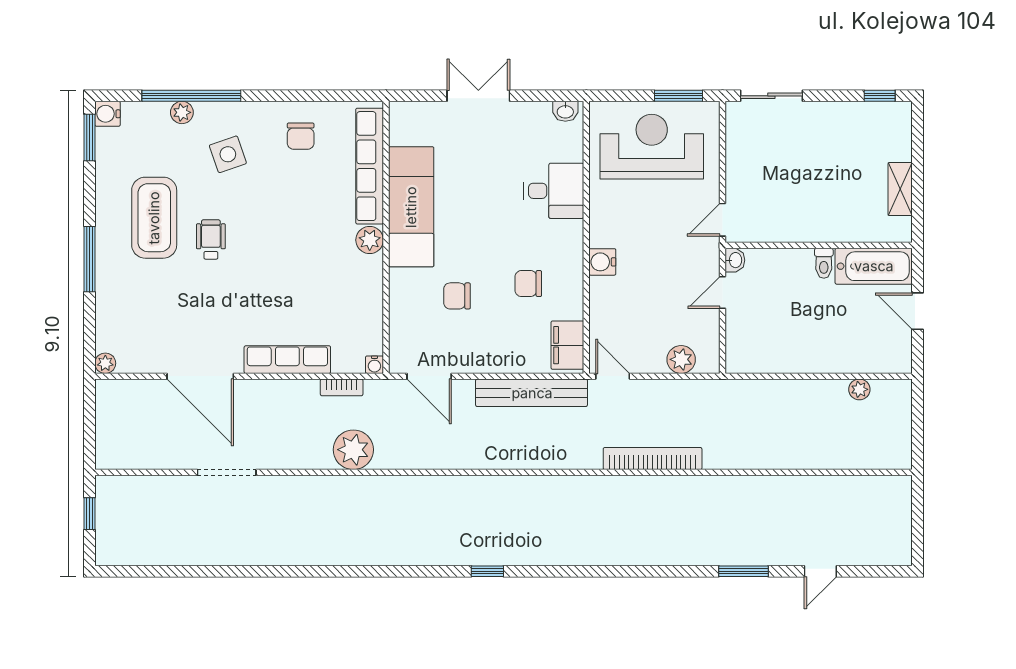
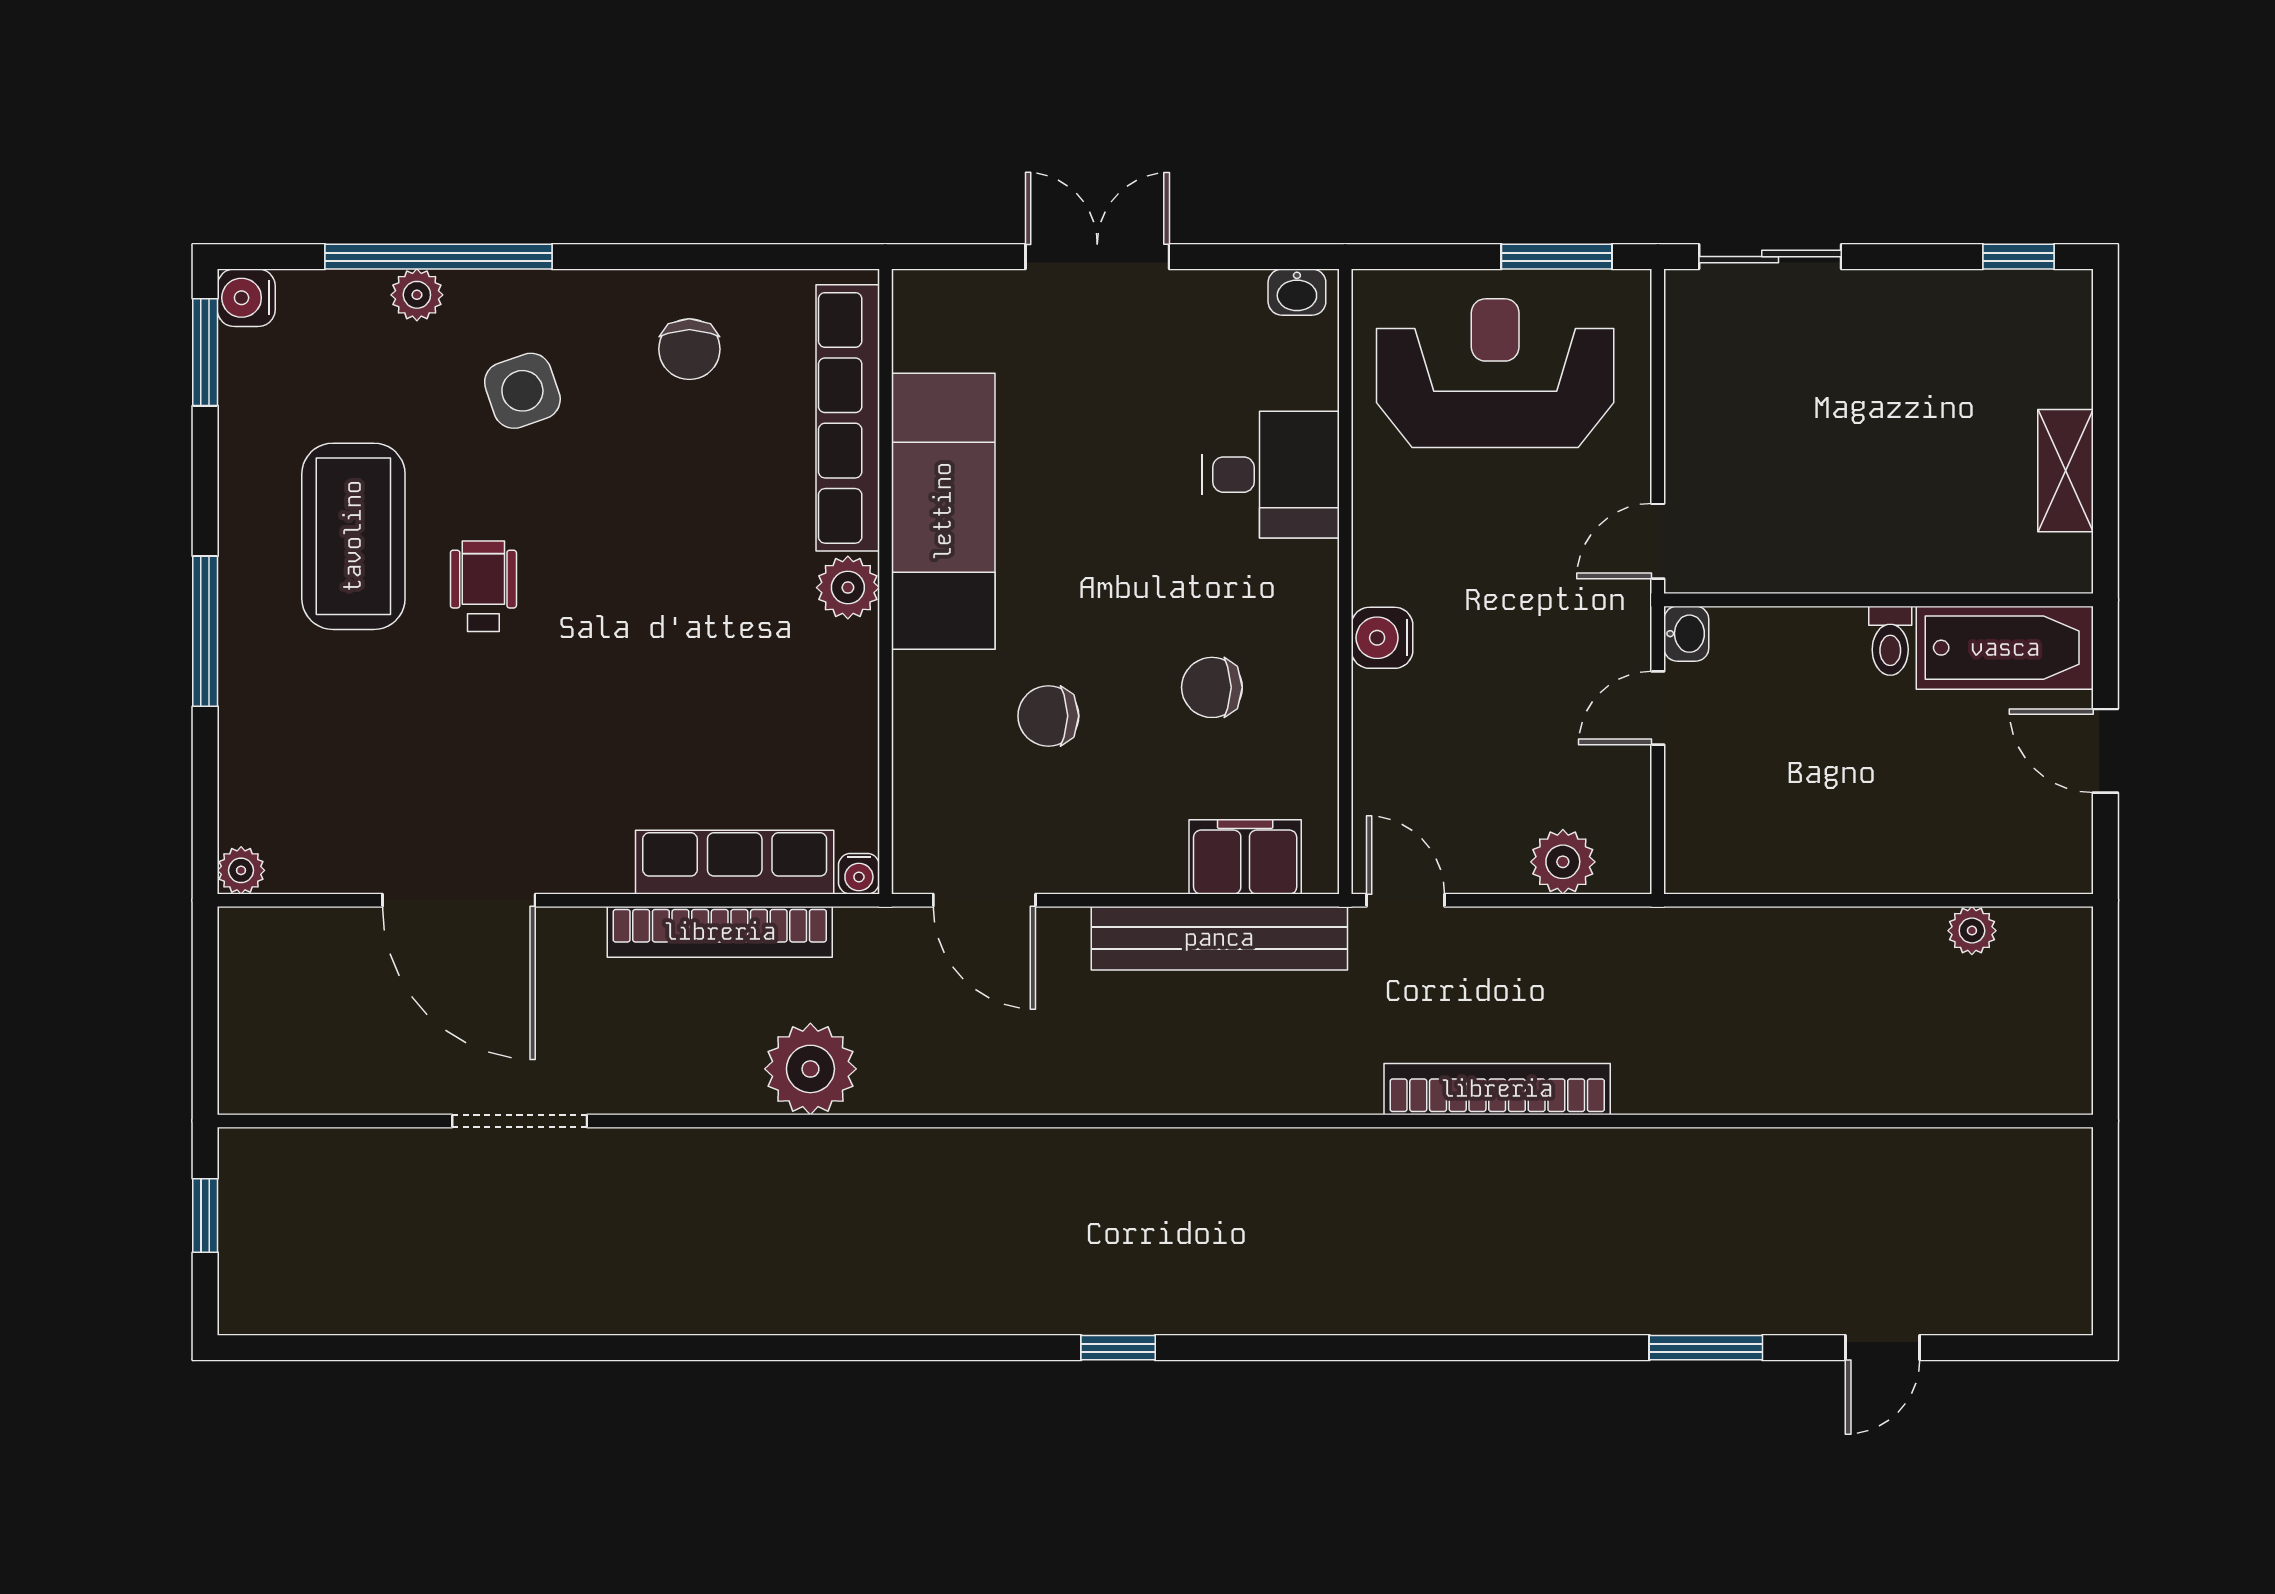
filing cabinet: (567, 345) -> (1245, 857), moved, turned 90
row of seats: (287, 360) -> (735, 862), moved
bookcase: (342, 387) -> (720, 932), width x2.31, depth x1.31

